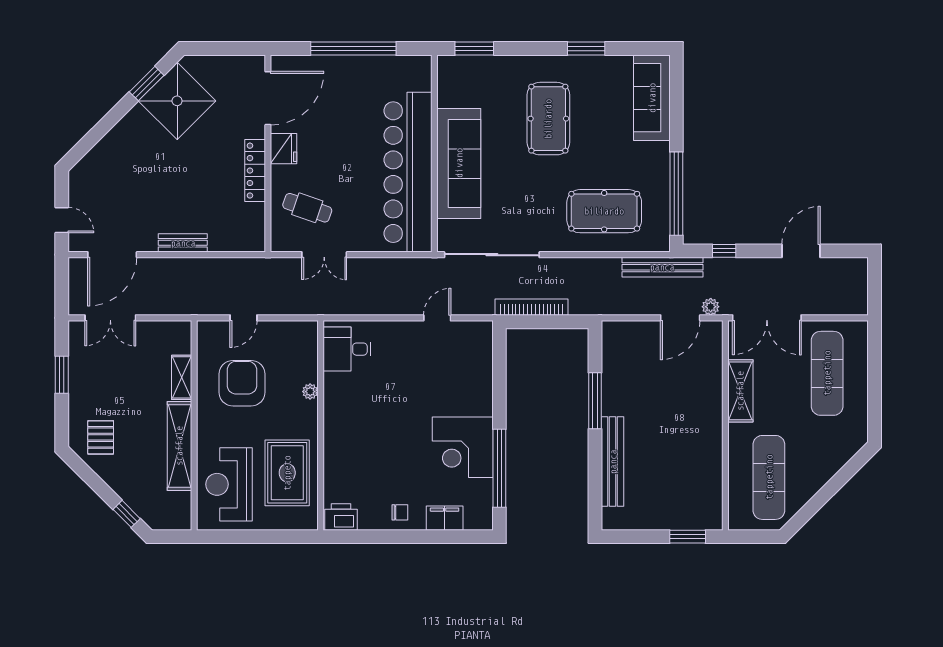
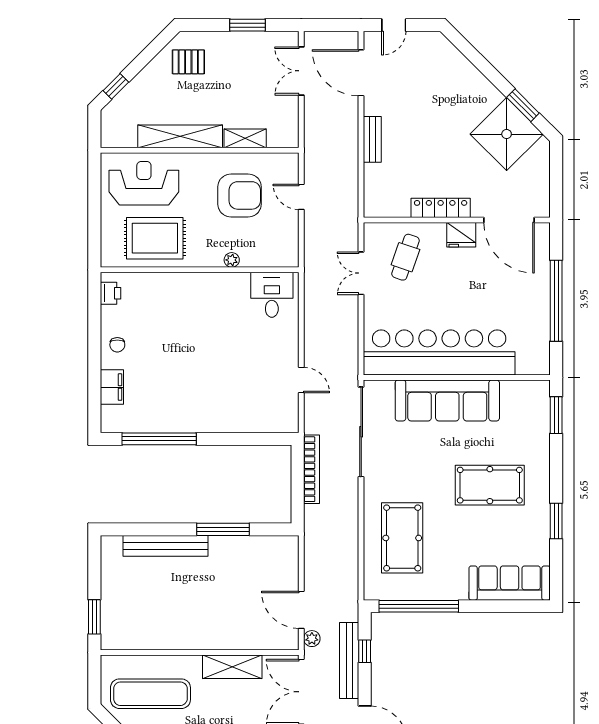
bench: (662, 267) -> (349, 660), moved
corner desk: (463, 447) -> (179, 404), removed
printer: (341, 517) -> (111, 293), width x0.73, depth x0.81

